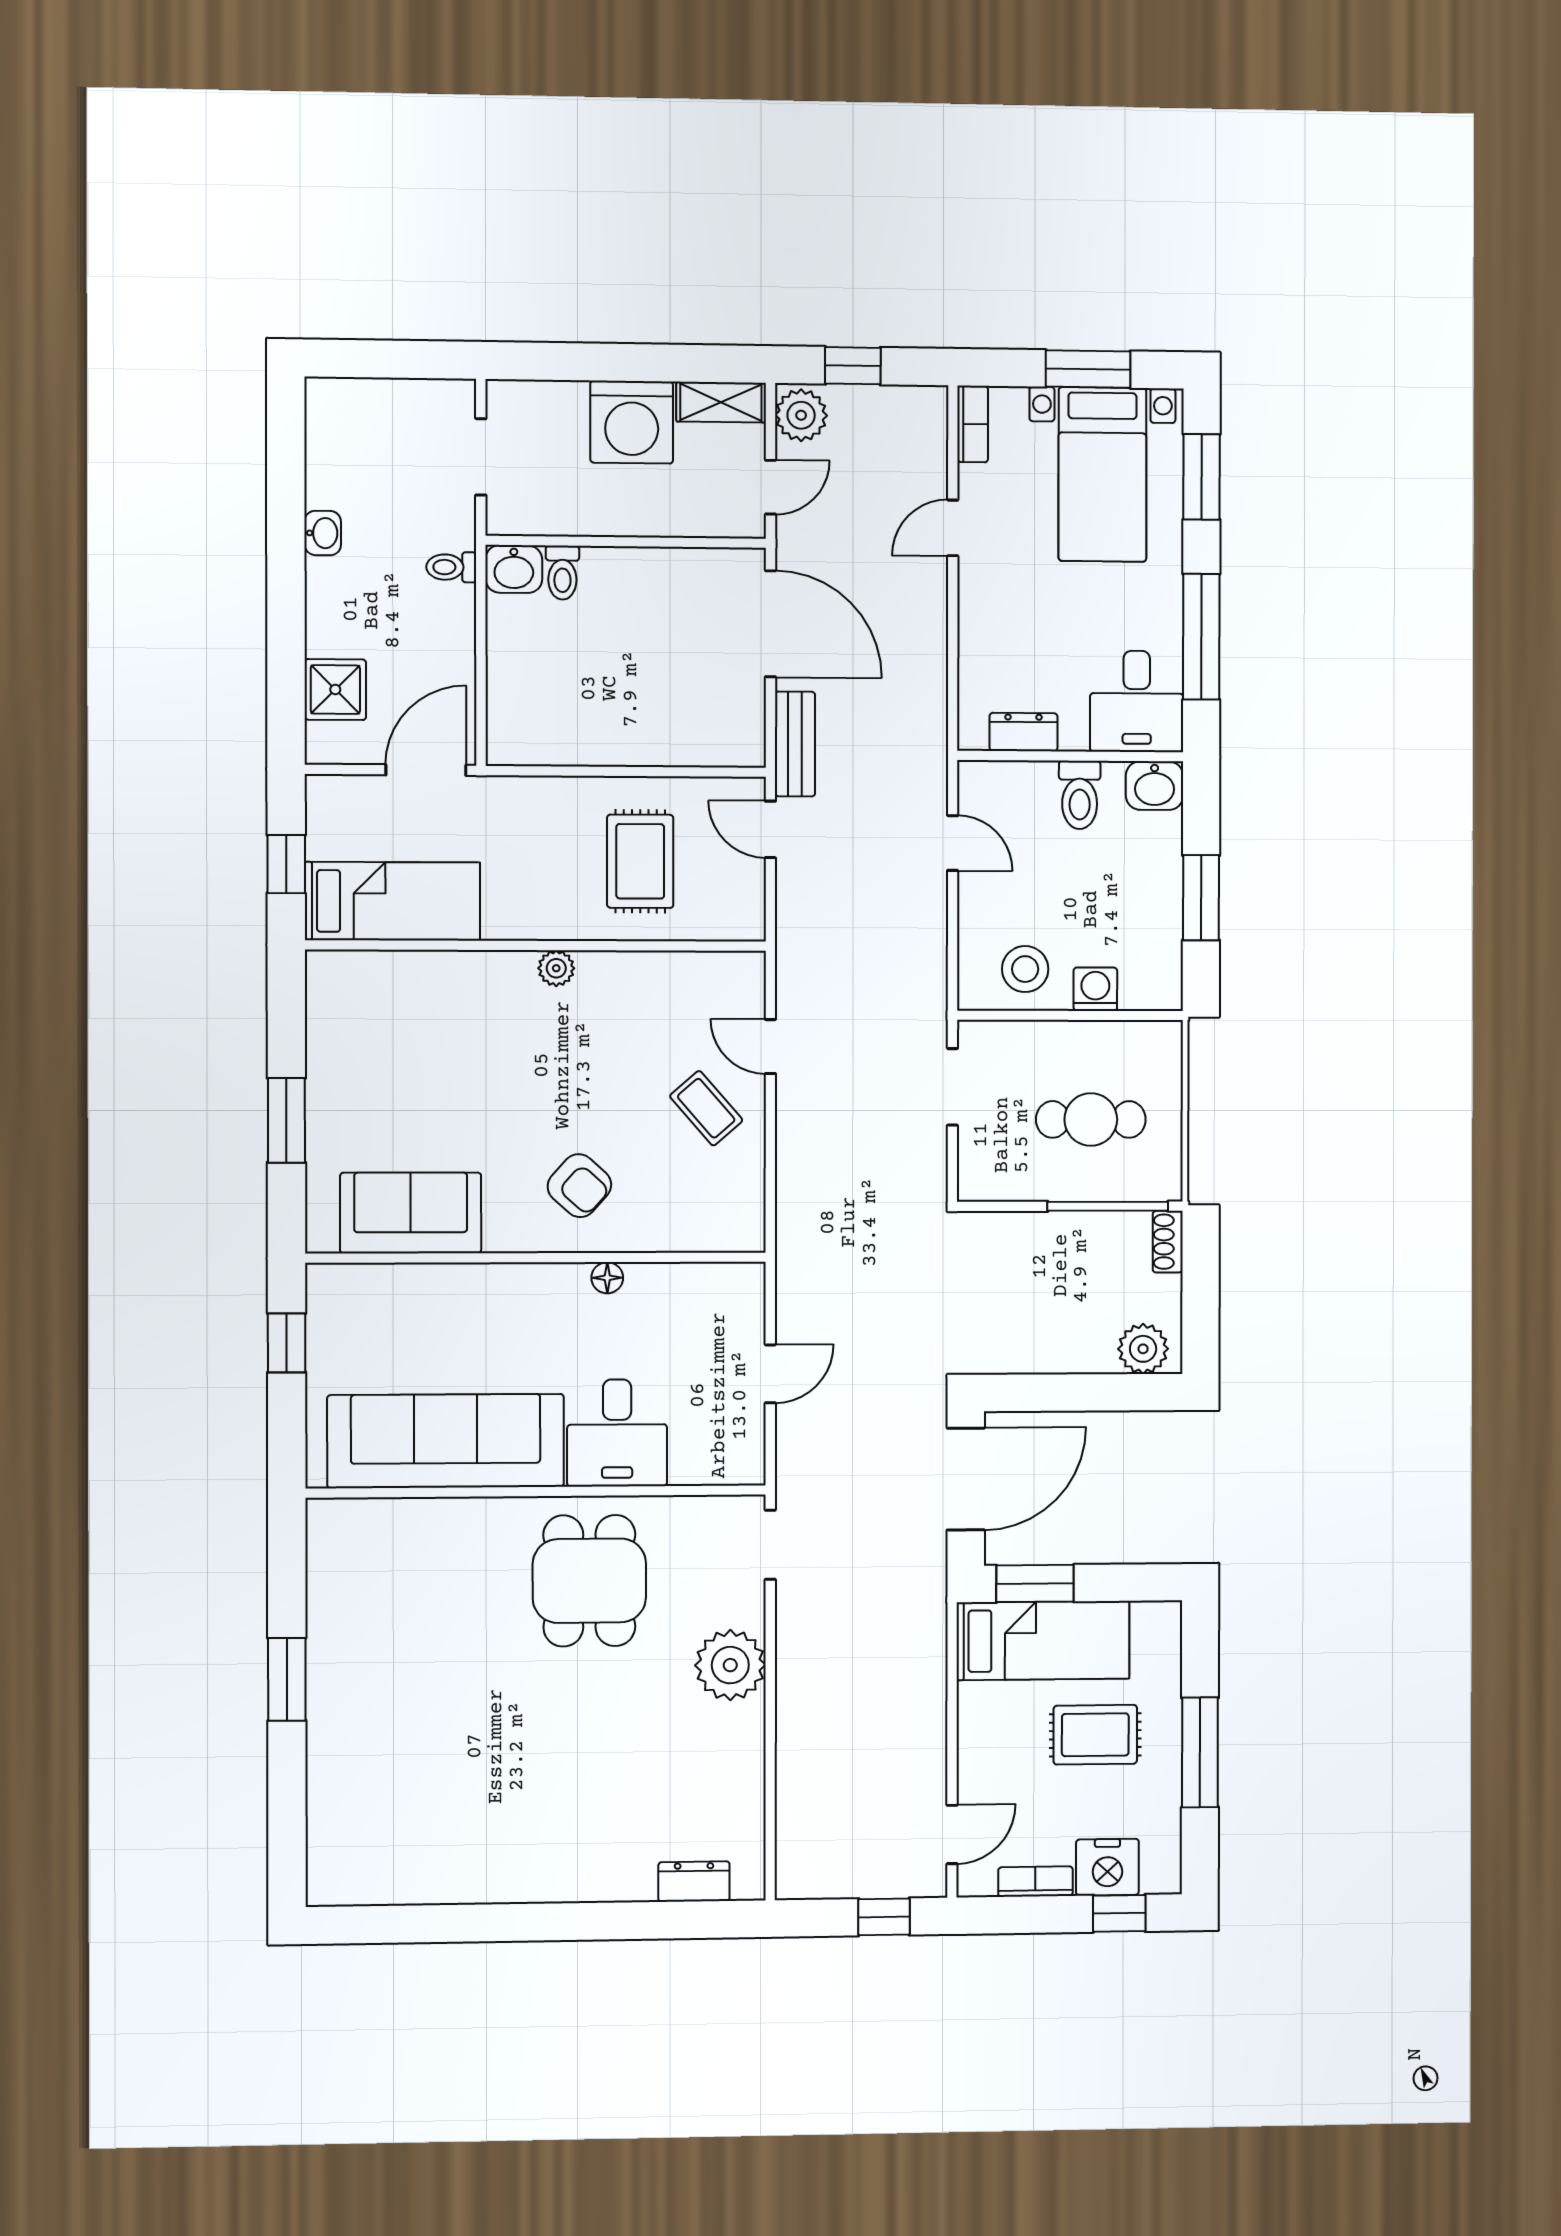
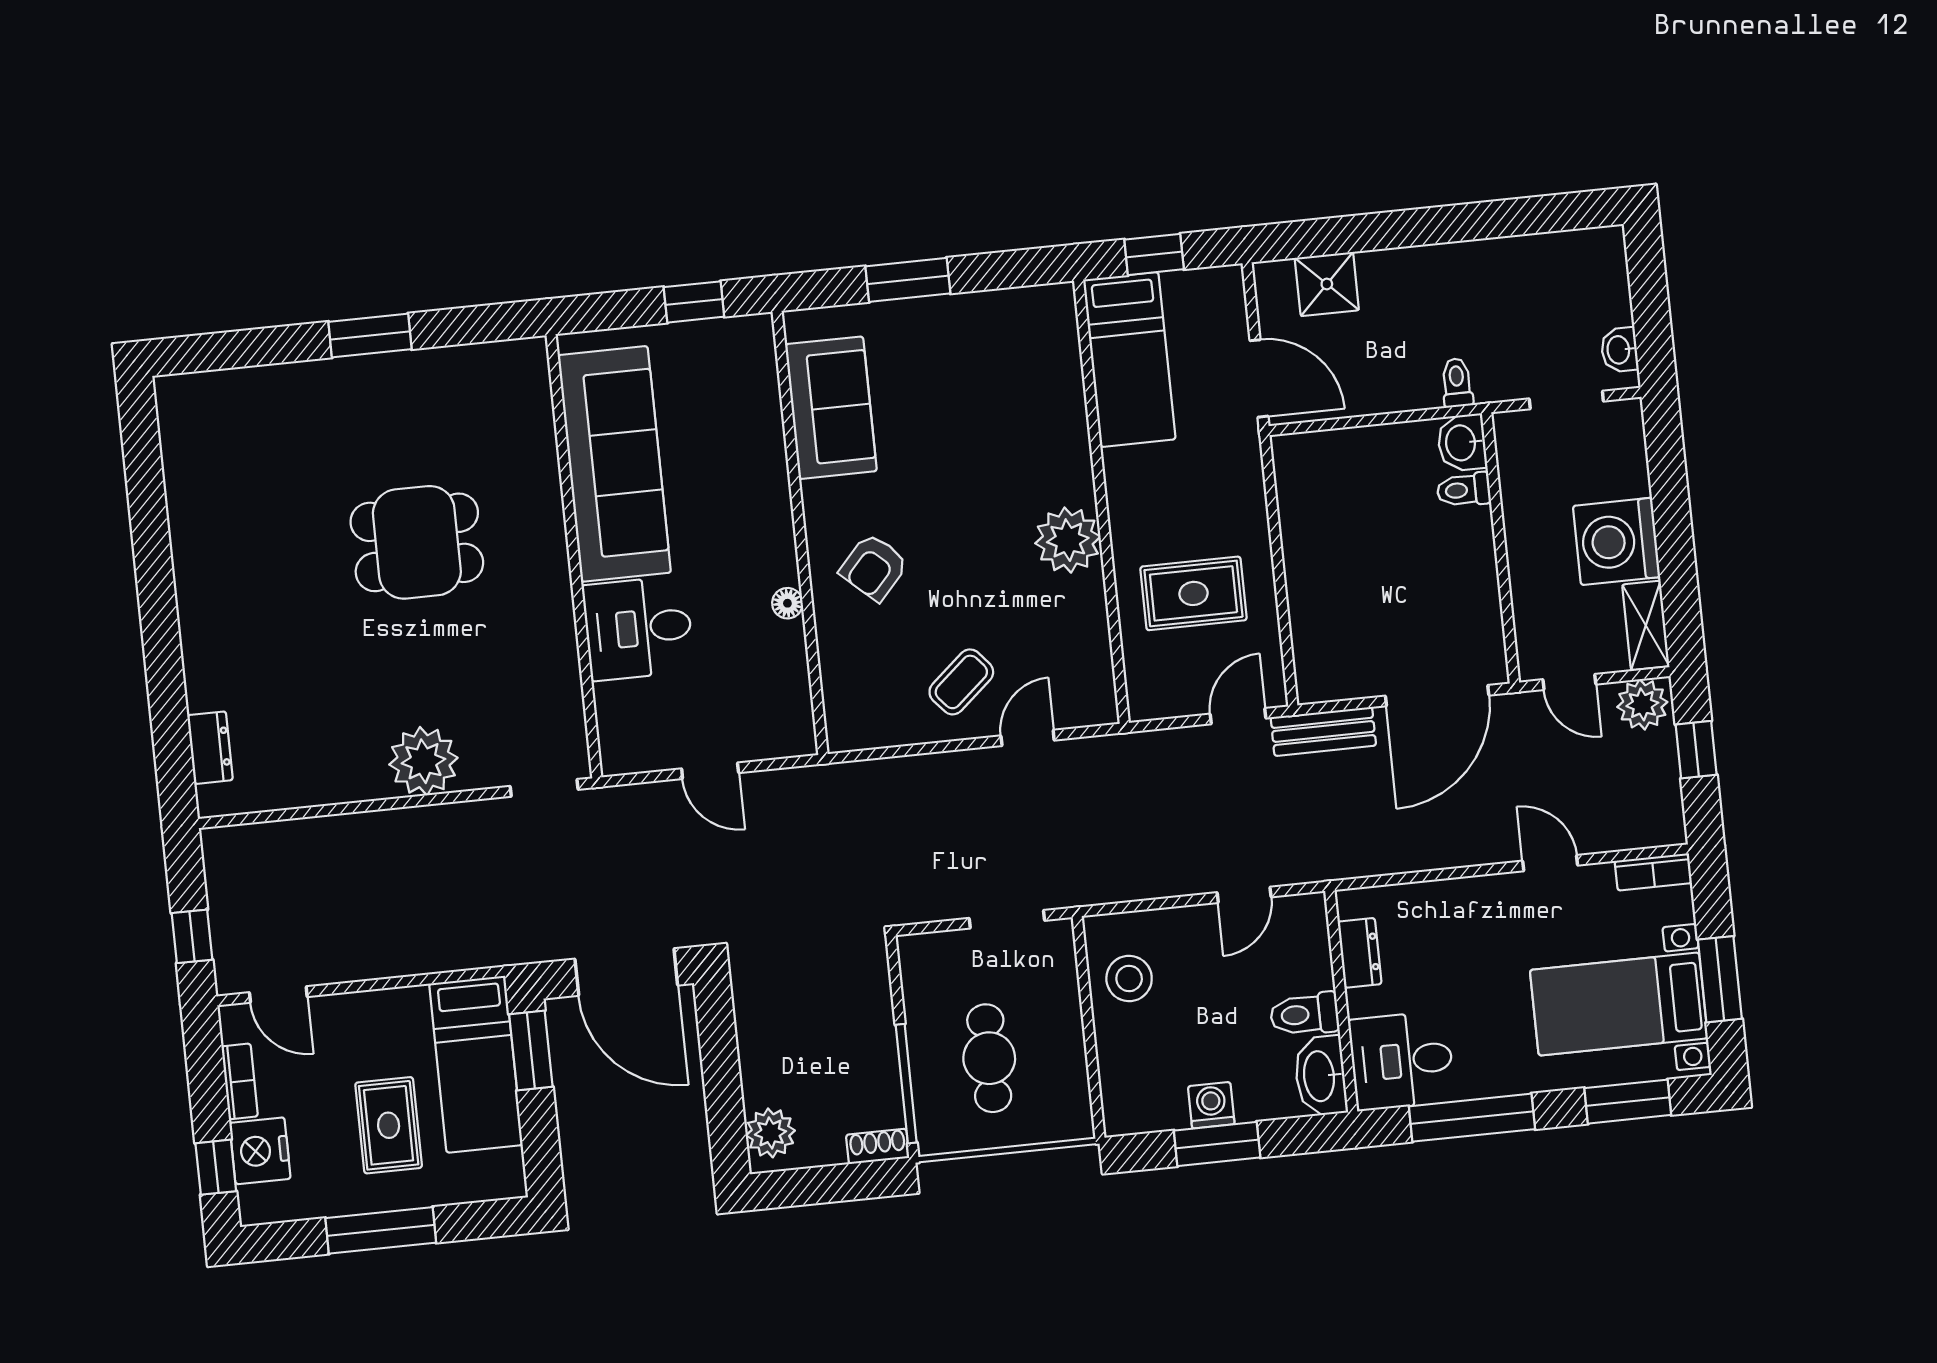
washbasin: (323, 533) -> (1619, 350), moved, turned 90
washbasin: (1155, 786) -> (1320, 1076), width x1.38
plant: (556, 968) -> (1068, 540), width x1.87, depth x1.87
washing machine: (1095, 989) -> (1211, 1105), moved, turned -90
dining table: (589, 1581) -> (417, 542), moved

